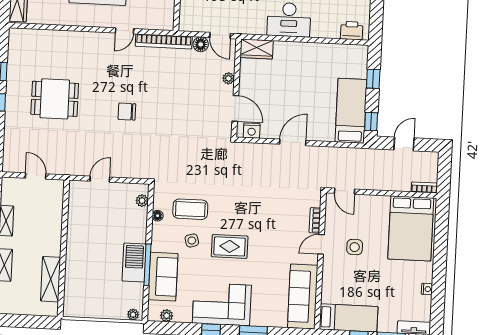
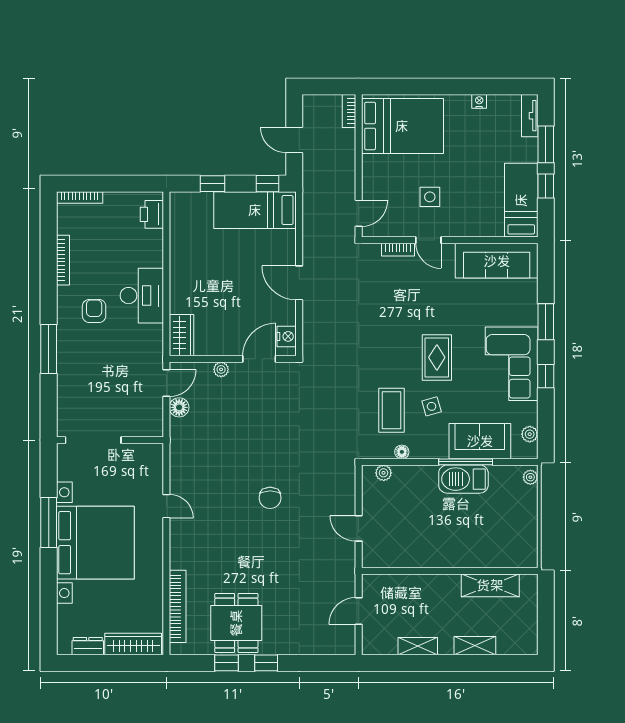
bookcase: (164, 41) -> (178, 606), moved
dining table: (55, 99) -> (236, 623), moved

